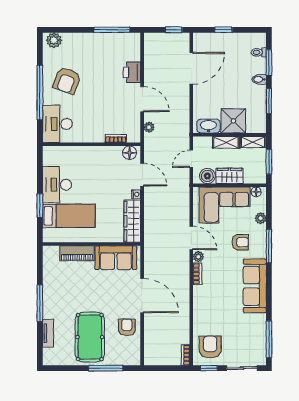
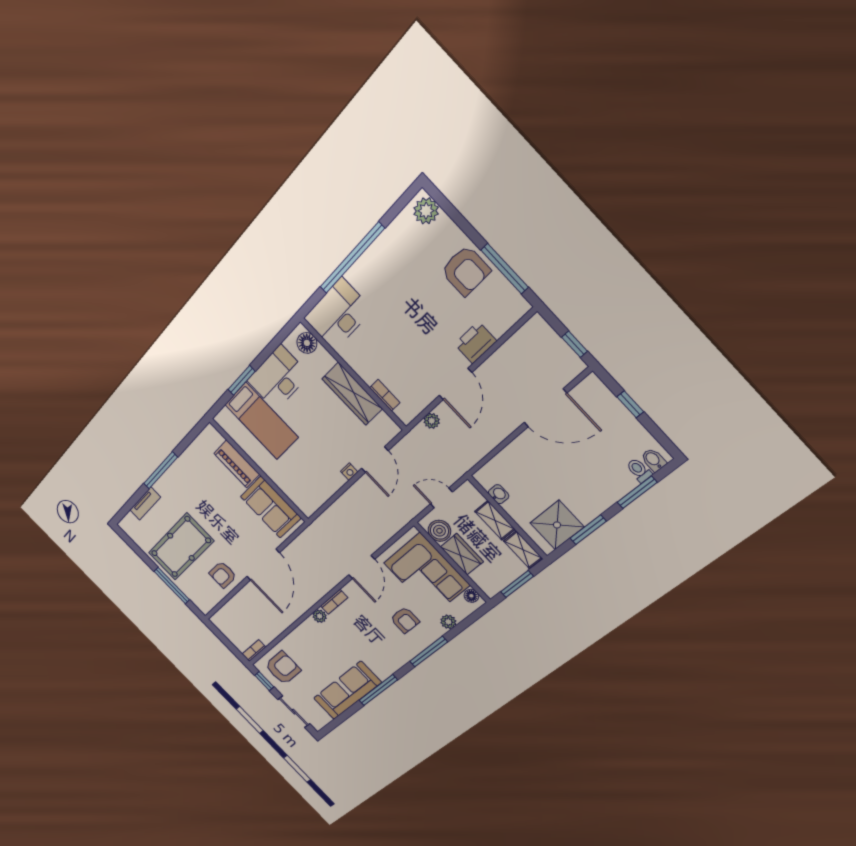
bidet: (259, 79) -> (654, 460), moved
armchair: (67, 81) -> (466, 271), moved, turned -110
shower: (233, 121) -> (557, 525), moved
washbasin: (209, 126) -> (499, 494), width x0.52, depth x0.69
floor lamp: (130, 153) -> (307, 343), moved
wardrobe: (132, 221) -> (352, 394), moved, turned -90
plant: (198, 257) -> (320, 616), moved
sofa: (255, 286) -> (347, 690), moved
armchair: (127, 327) -> (223, 575), turned 180
window: (269, 339) -> (378, 690), moved

